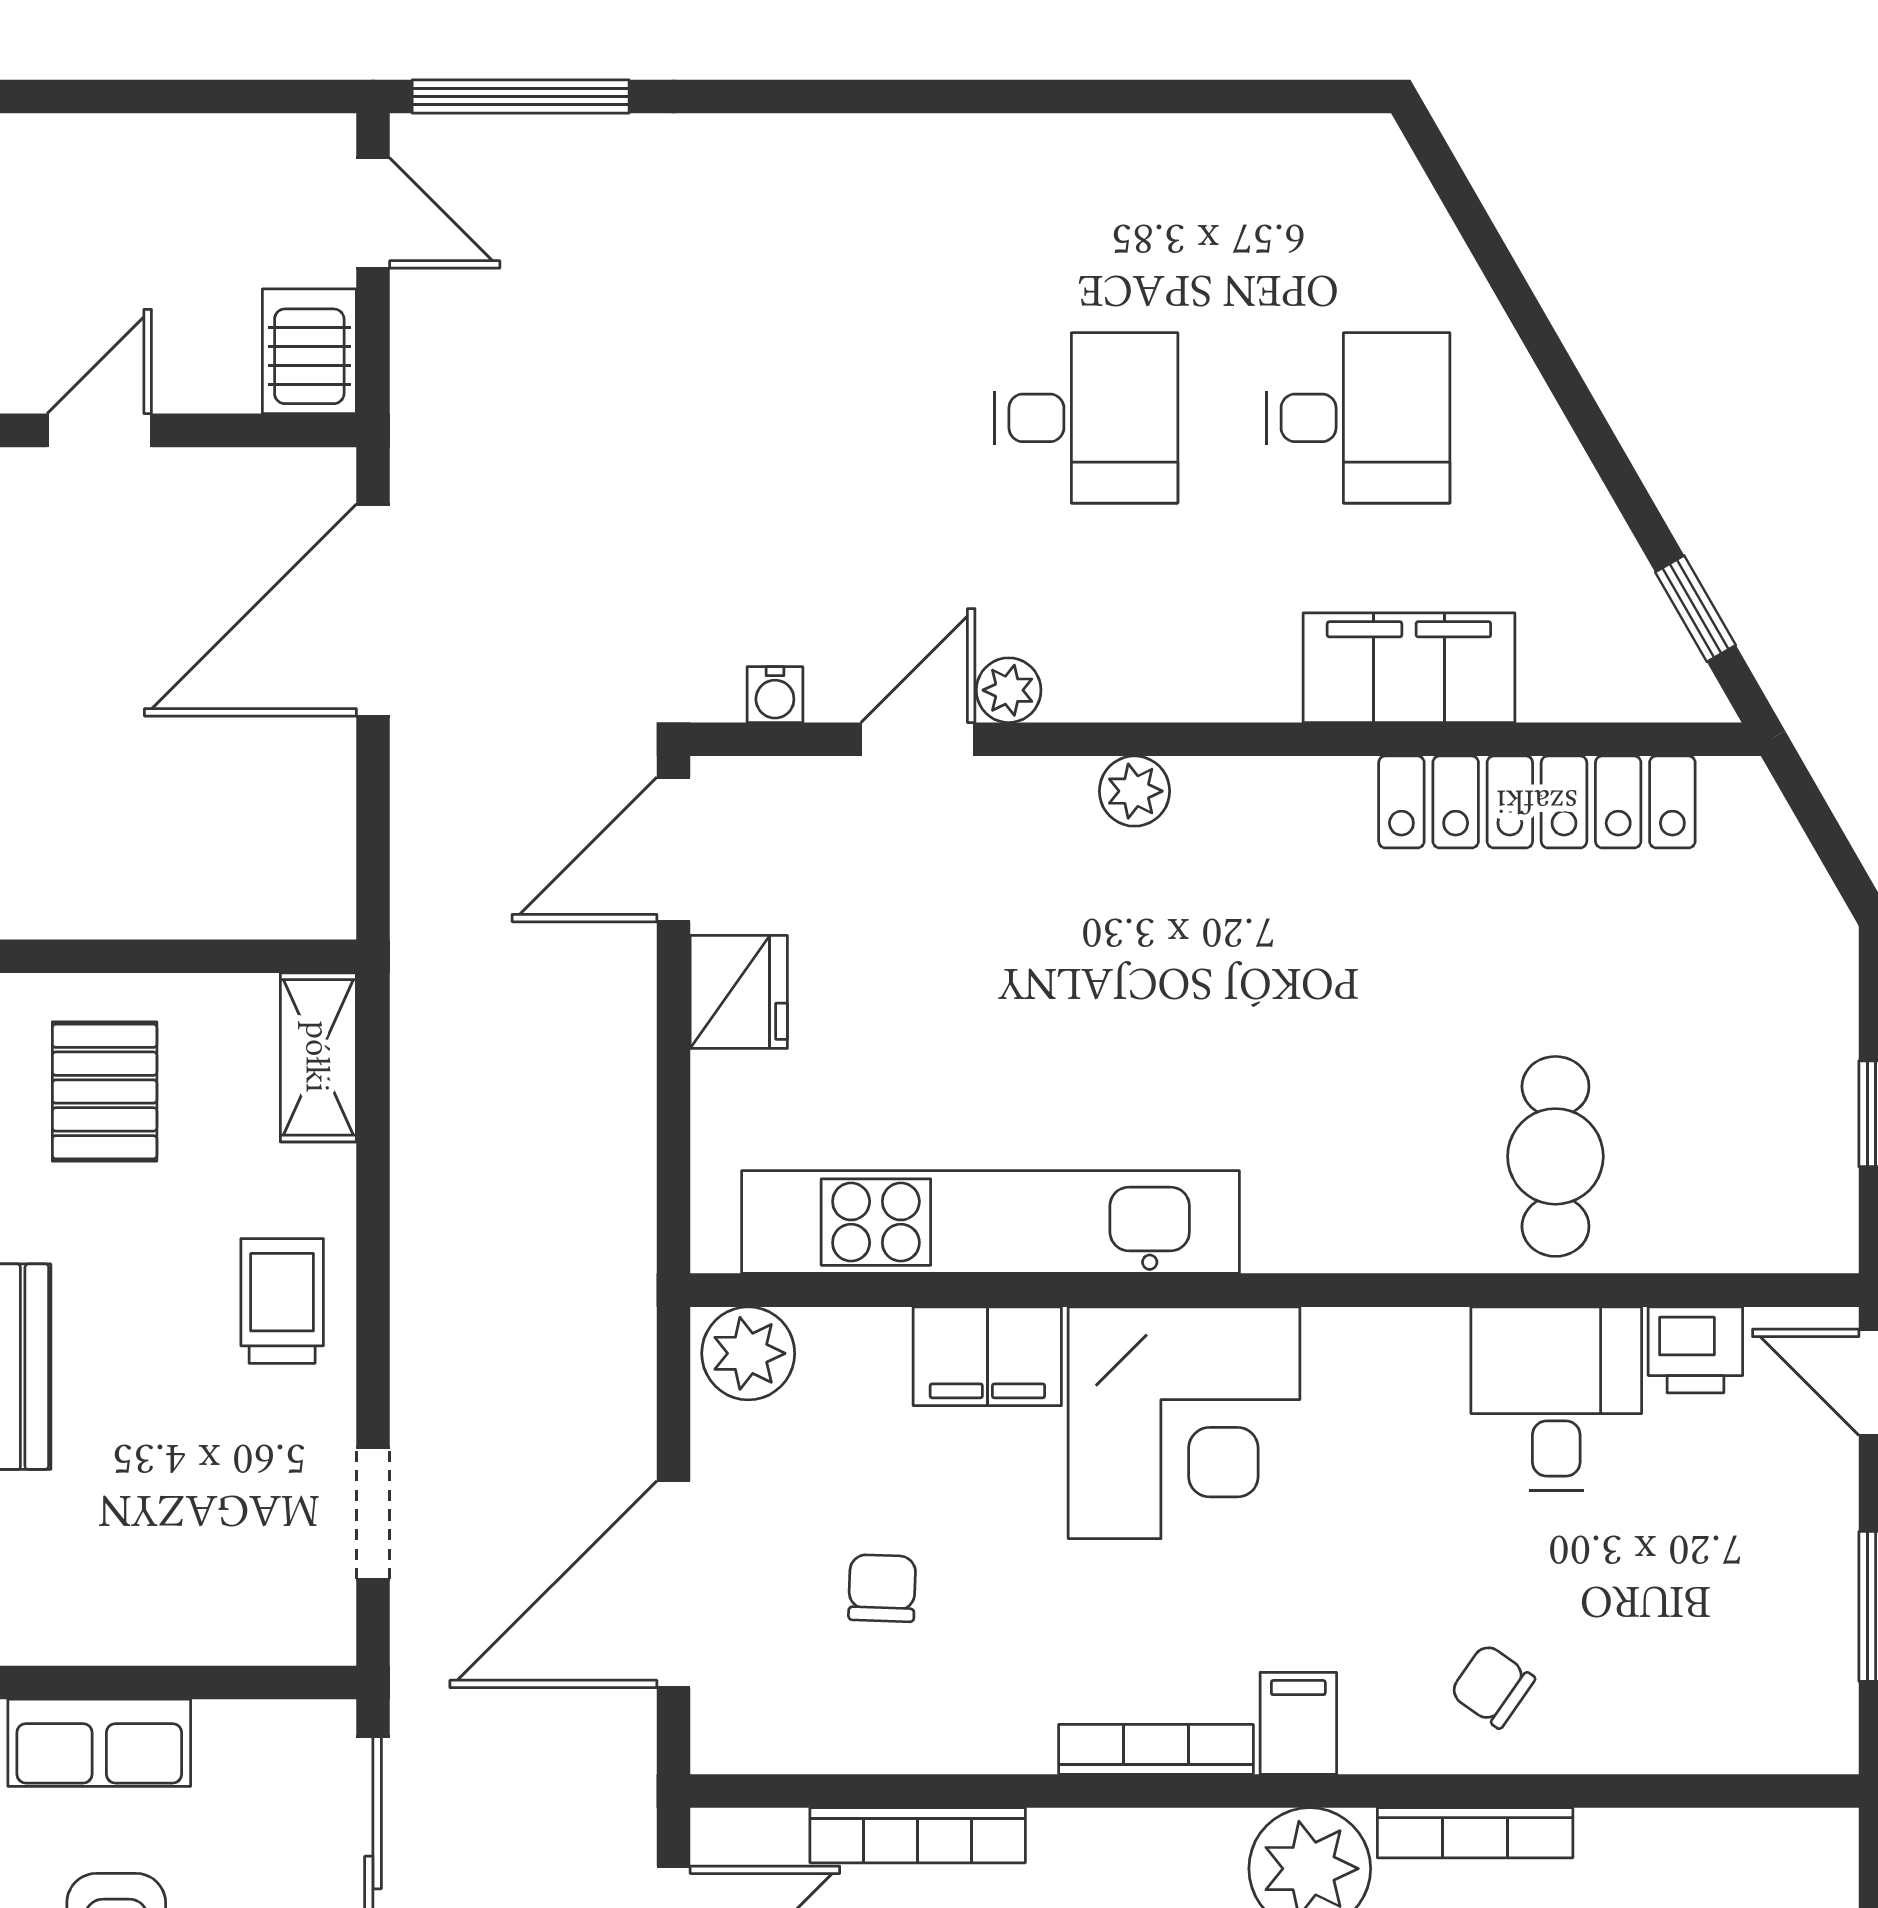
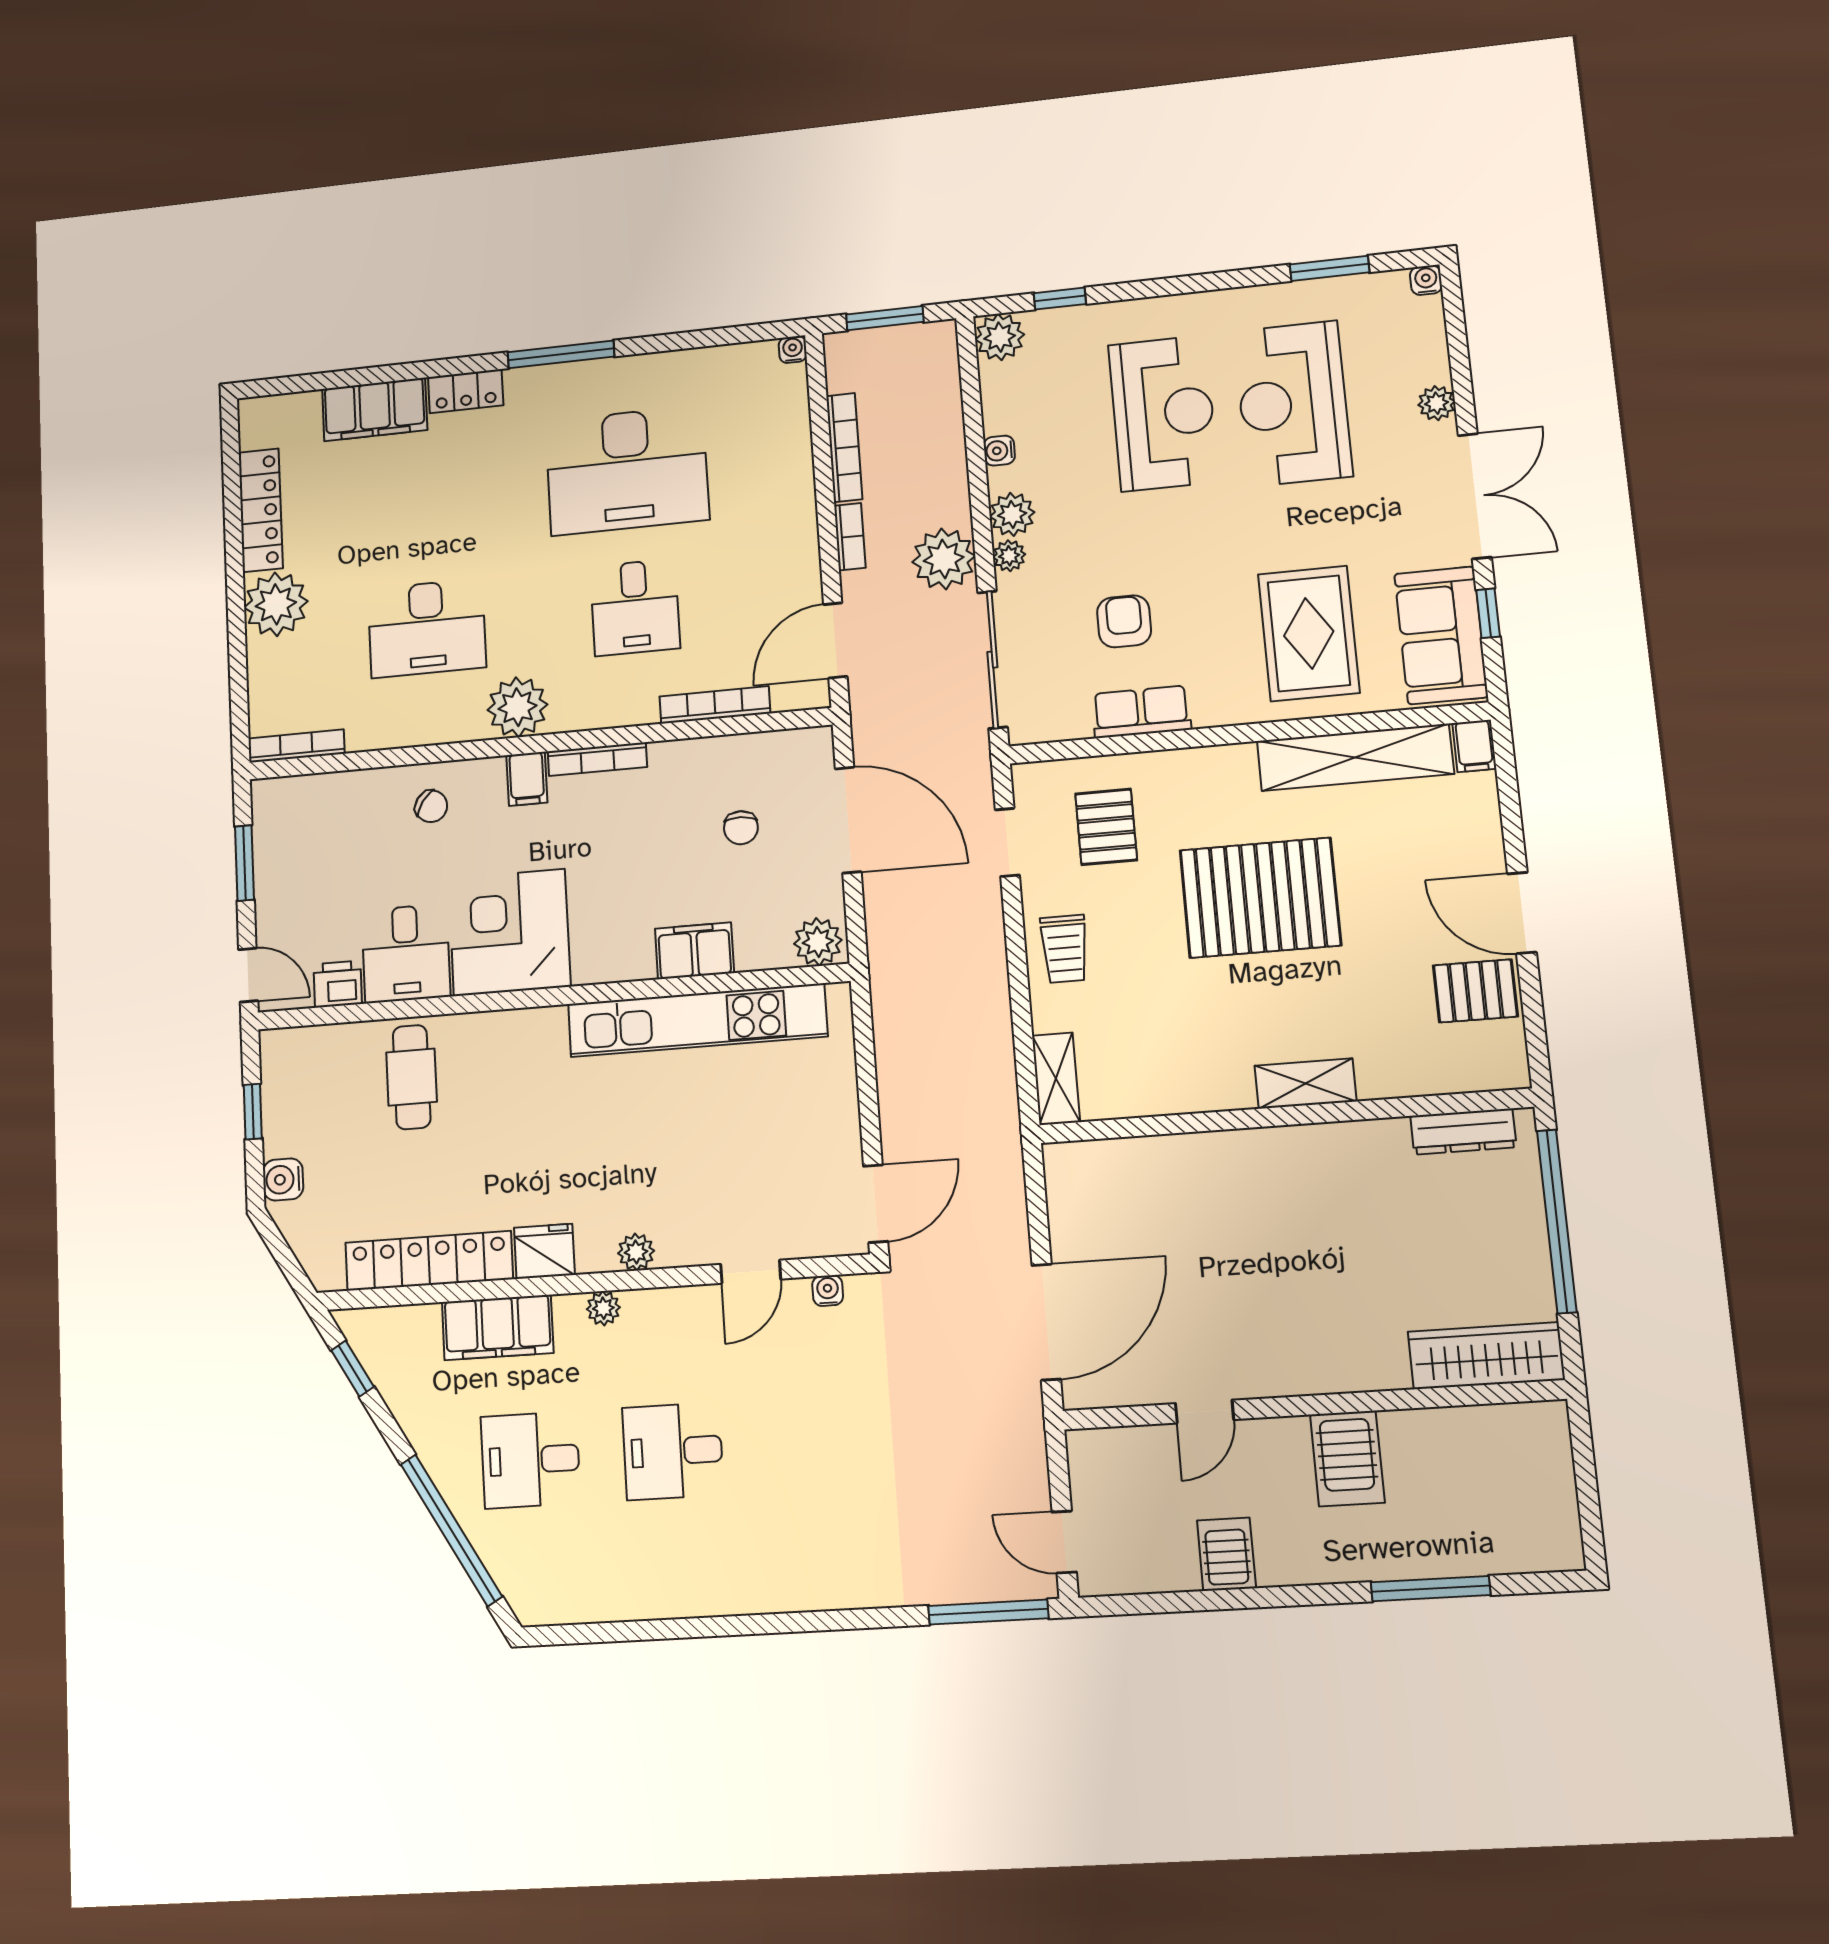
window: (1517, 298) -> (451, 1530), added
server rack: (309, 351) -> (1227, 1554), moved, turned 180
plant: (1009, 690) -> (603, 1308), moved
water cooler: (1819, 978) -> (283, 1179), added
fridge: (739, 992) -> (544, 1251), moved, turned 90
pallet: (105, 1092) -> (1106, 827), moved
corner desk: (1184, 1423) -> (509, 932), moved
door: (673, 1584) -> (848, 820), hinge flipped
bookcase: (1475, 1833) -> (296, 746), moved

